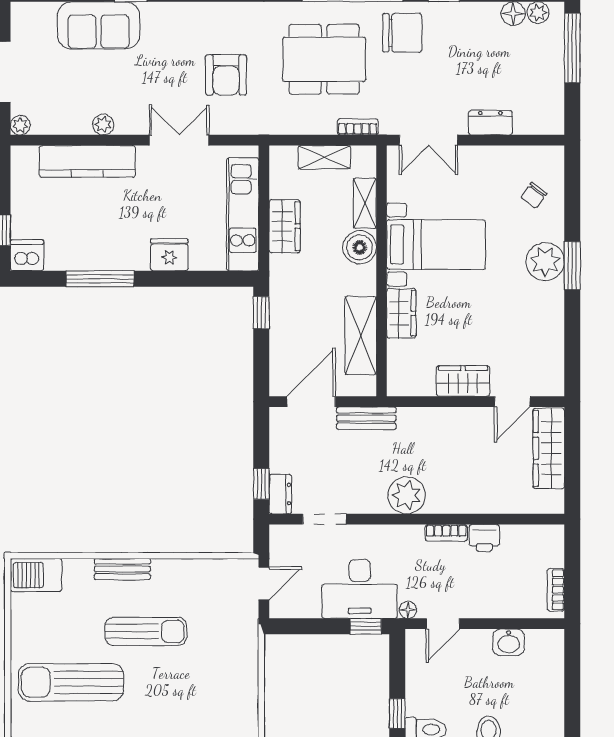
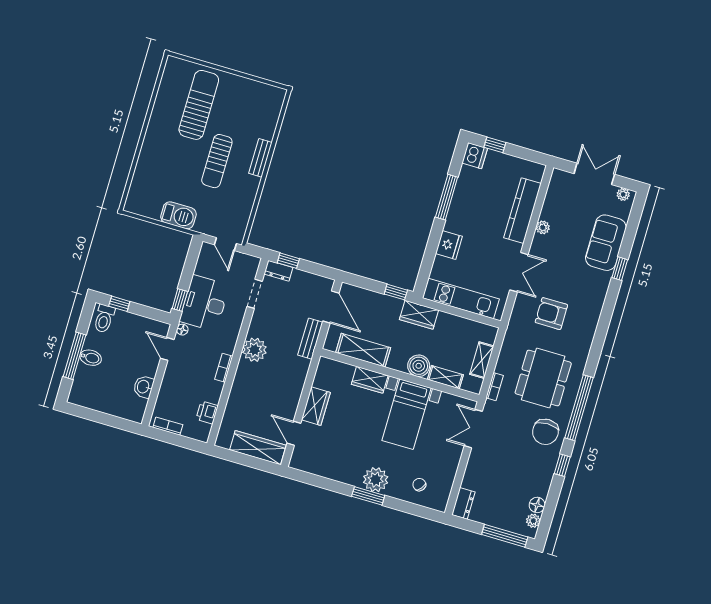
dresser: (490, 123) -> (463, 503), moved
plant: (20, 125) -> (623, 194), moved
wardrobe: (285, 226) -> (419, 315), moved
printer: (484, 538) -> (207, 412), moved
barbecue: (36, 575) -> (178, 215), moved, turned 90

